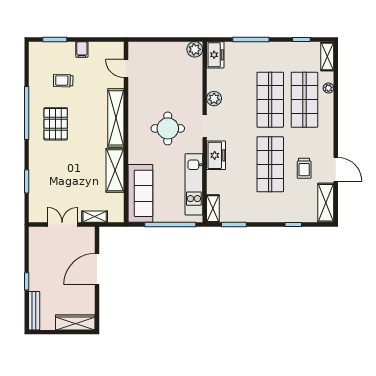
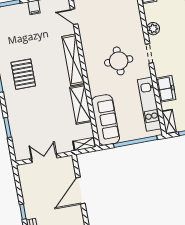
trolley: (63, 81) -> (23, 37), removed
freezer: (216, 155) -> (166, 89), moved
shelving: (95, 217) -> (84, 144), moved

